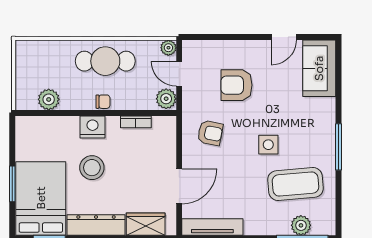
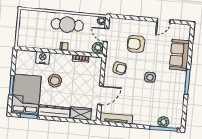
sofa: (319, 68) -> (179, 55), moved
plant: (49, 99) -> (35, 42), removed
nightstand: (93, 127) -> (43, 58), moved
coffee table: (295, 184) -> (163, 100), removed

